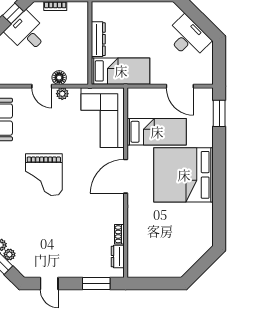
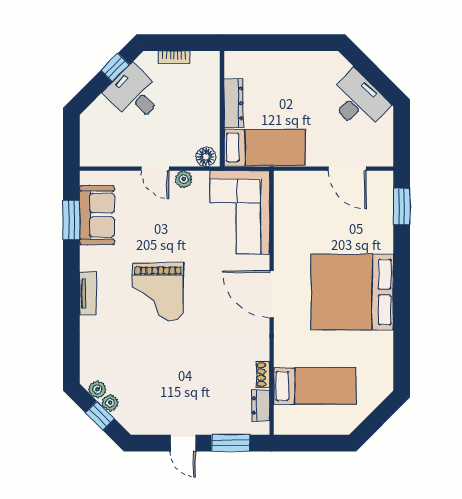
floor lamp: (59, 78) -> (206, 157), moved
bed: (157, 132) -> (315, 386), moved
door: (126, 176) -> (272, 294), hinge flipped
door: (49, 284) -> (183, 443), moved

